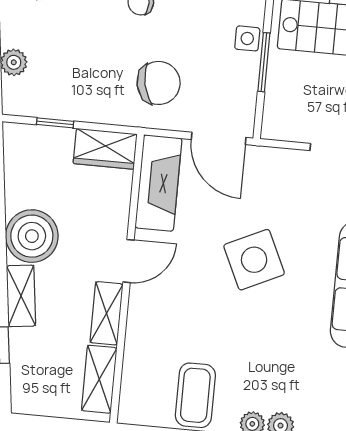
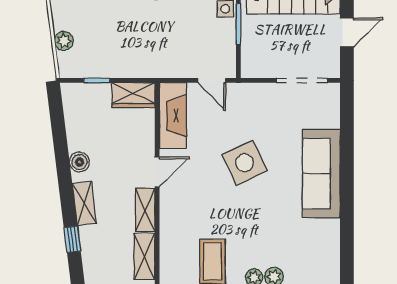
chair: (159, 83) -> (166, 46), removed
door: (219, 138) -> (212, 80), width x0.73
boiler: (32, 236) -> (79, 162), width x0.54, depth x0.54

